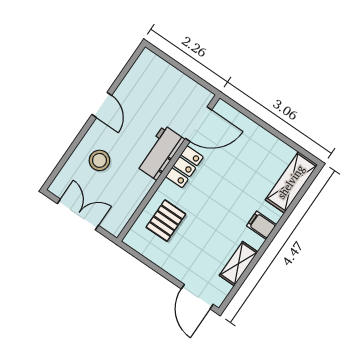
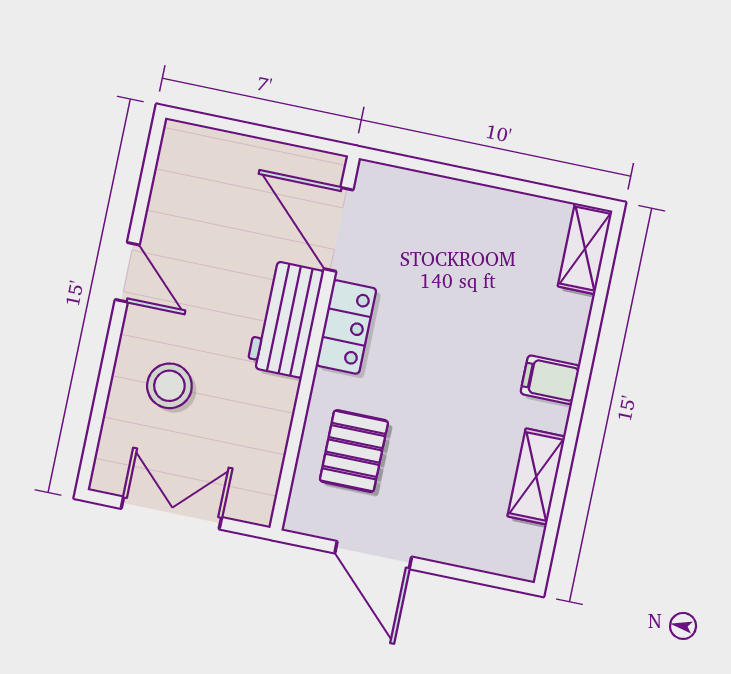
door: (199, 124) -> (338, 229), swing flipped
shelving: (291, 182) -> (585, 249), width x0.67, depth x0.75
door: (197, 297) -> (373, 555), moved

